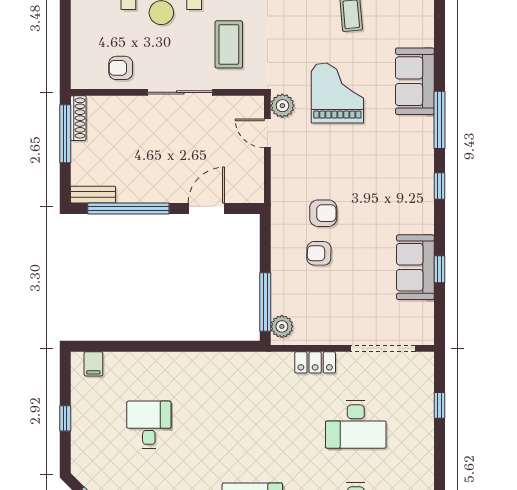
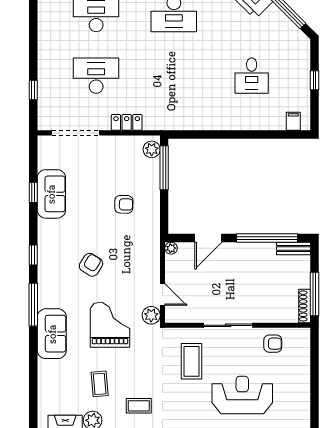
grand piano: (337, 93) -> (110, 325), turned 180
plant: (256, 195) -> (171, 248), added
armchair: (323, 213) -> (91, 265), moved, turned 122

